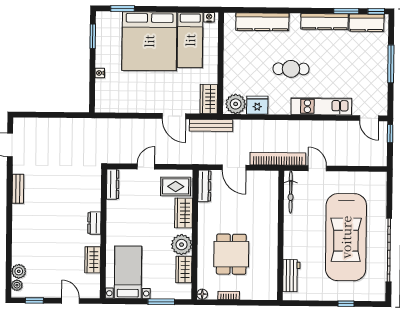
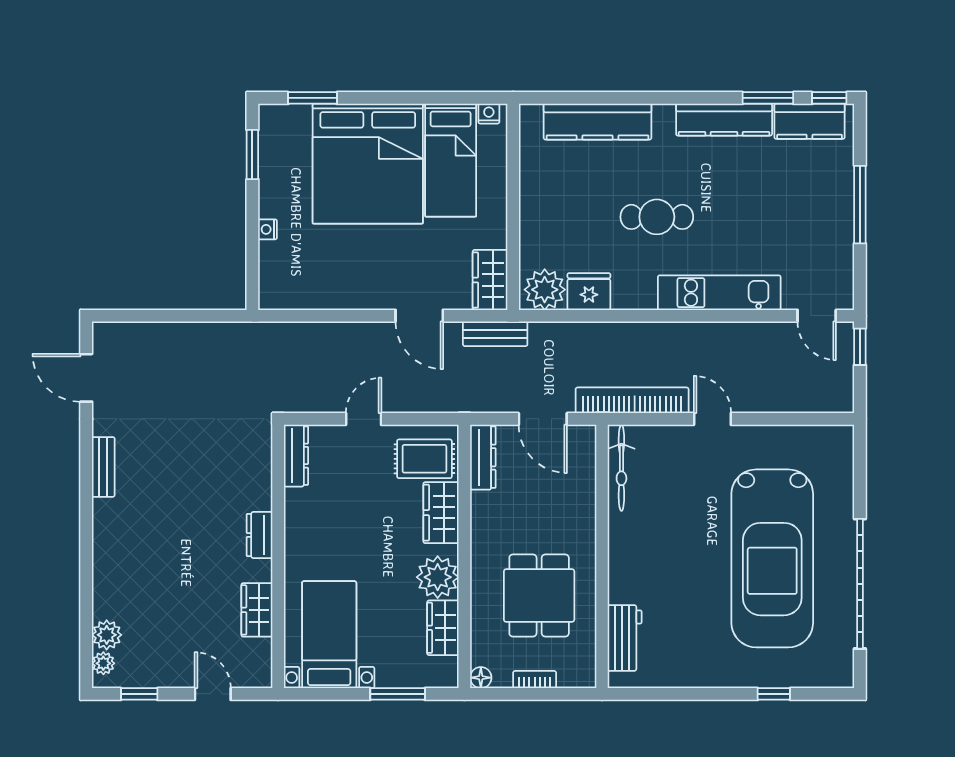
bench: (211, 125) -> (495, 334), width x0.73
bicycle: (291, 192) -> (621, 468), moved
wall: (281, 235) -> (602, 556), moved
workbench: (291, 276) -> (625, 638), moved

